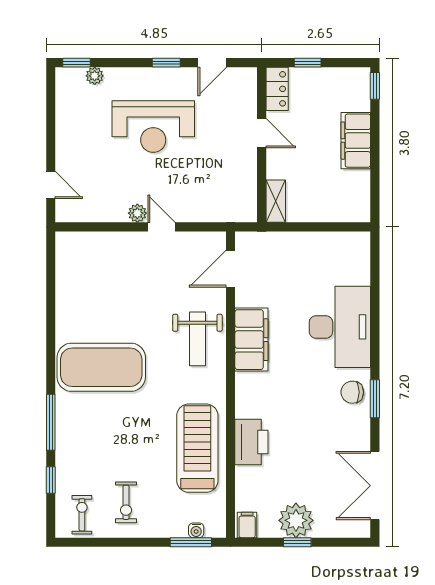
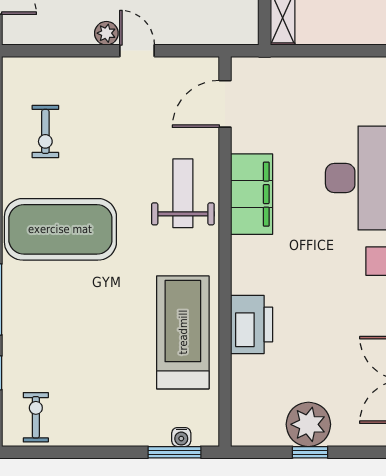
weight bench: (197, 339) -> (183, 193), turned 180
exercise bike: (126, 502) -> (45, 131), moved
filing cabinet: (247, 525) -> (246, 430), removed

